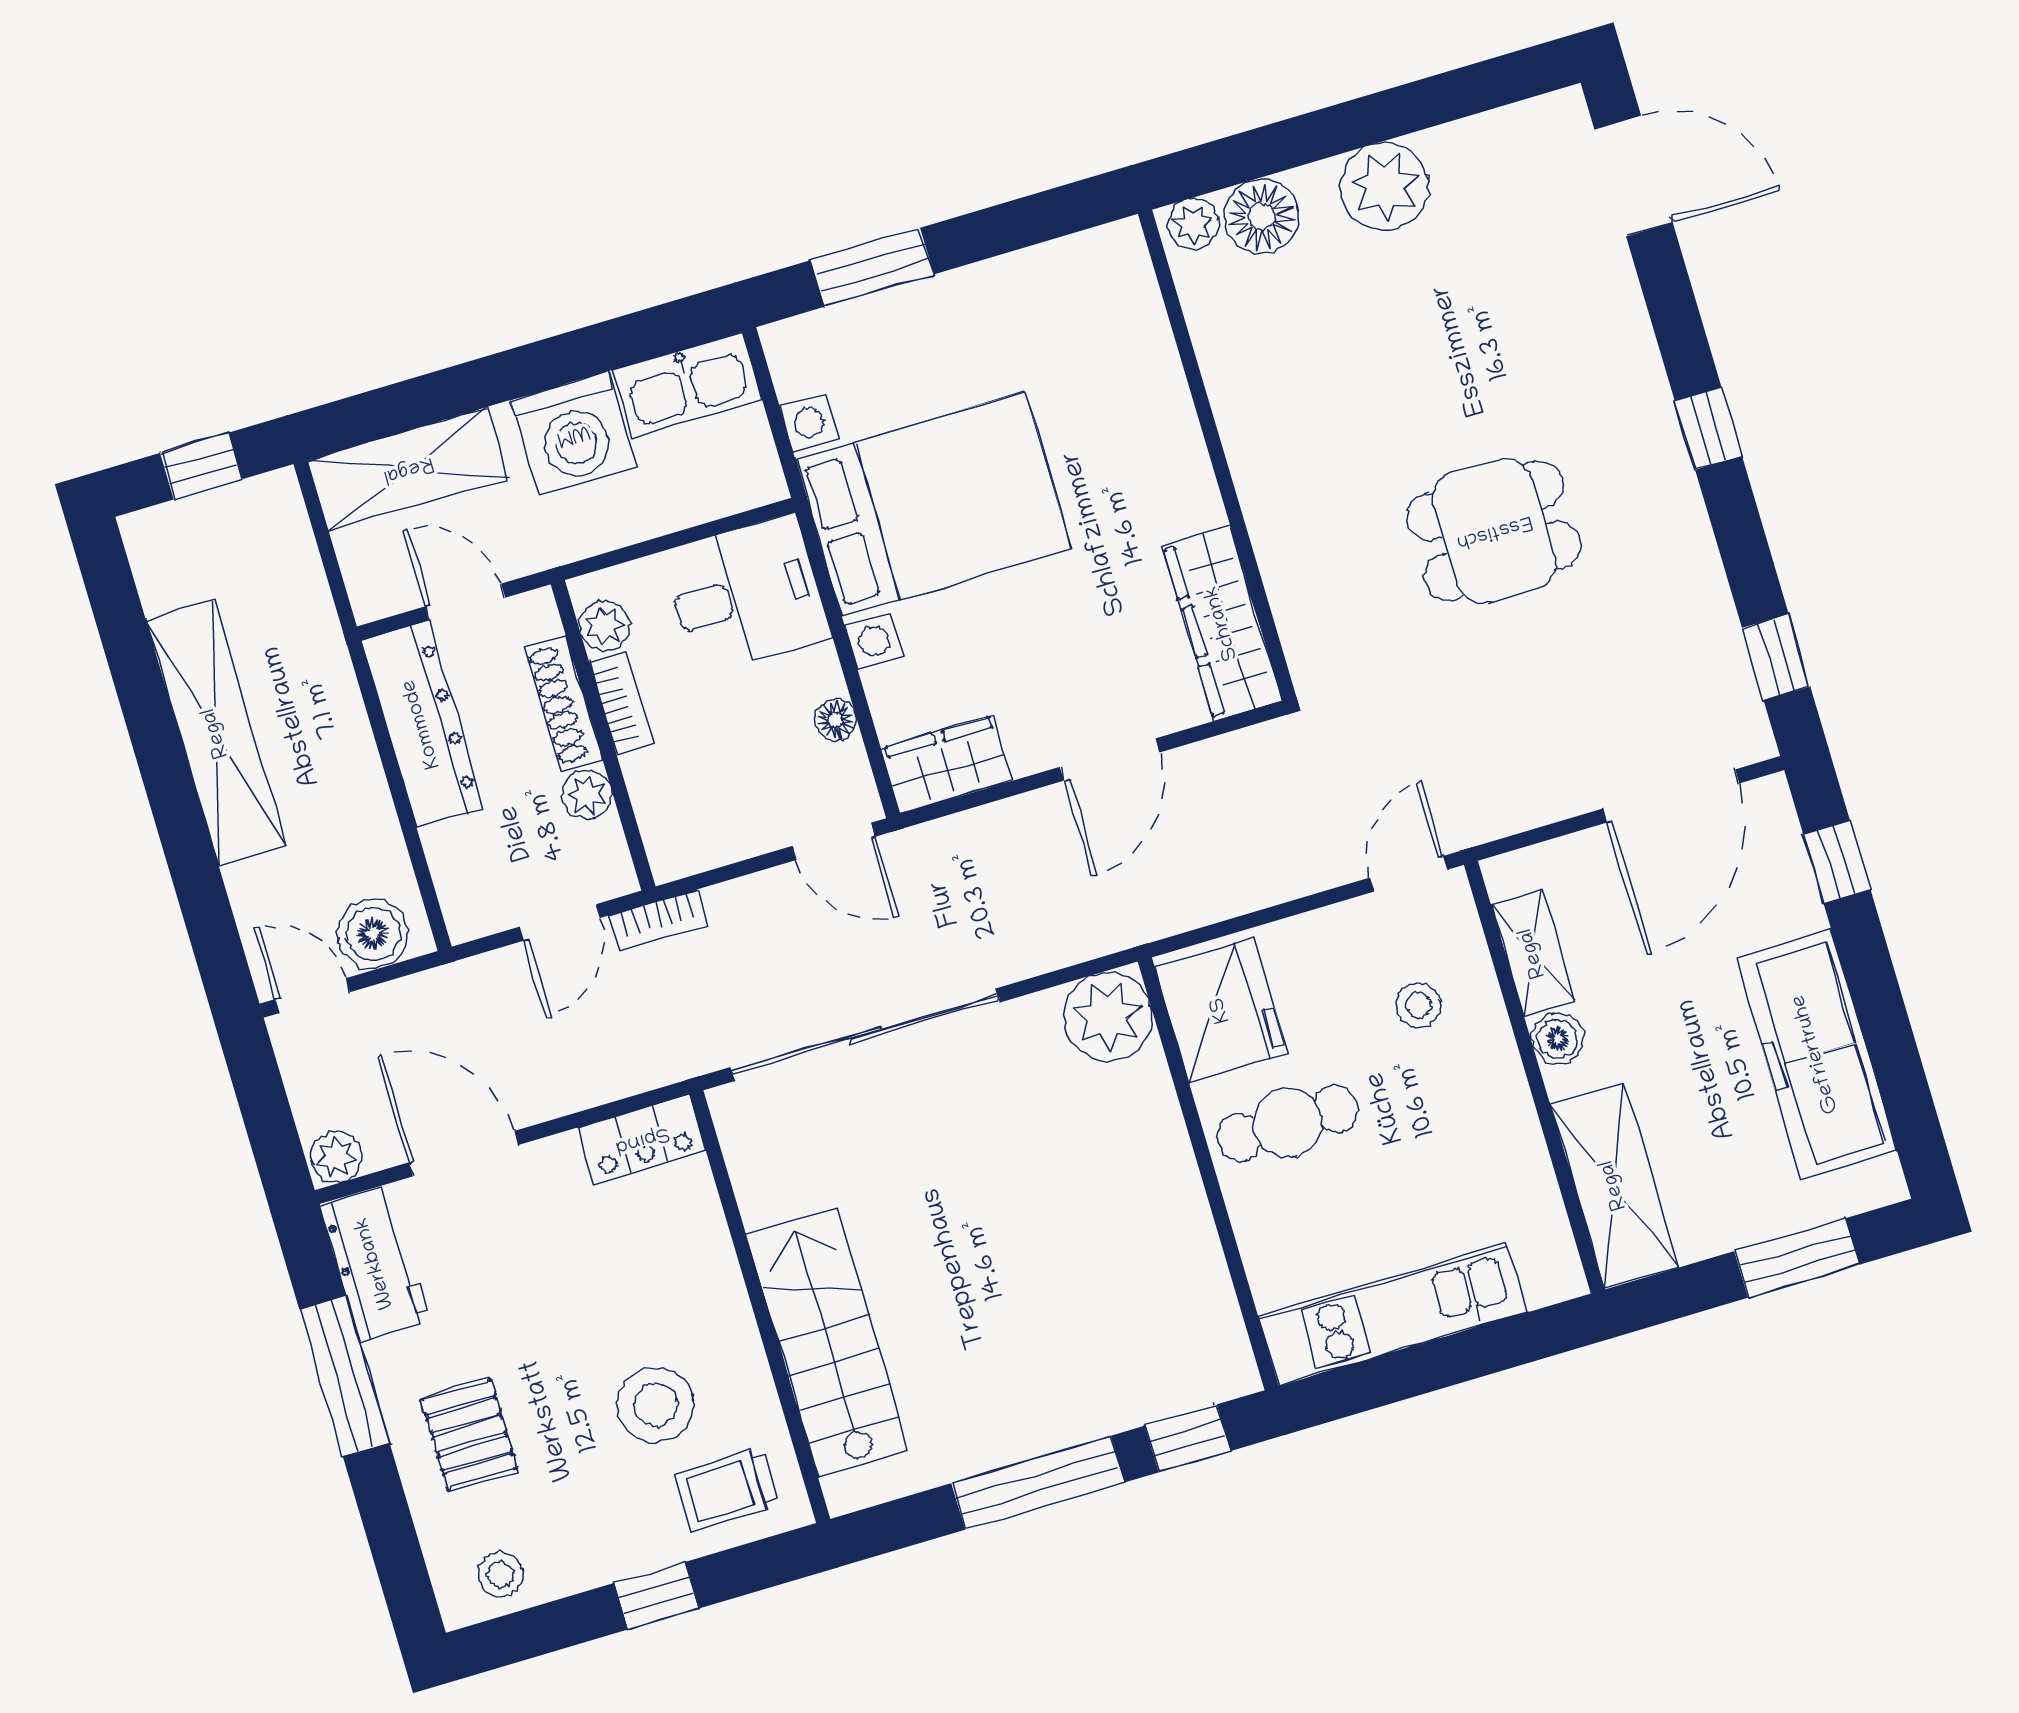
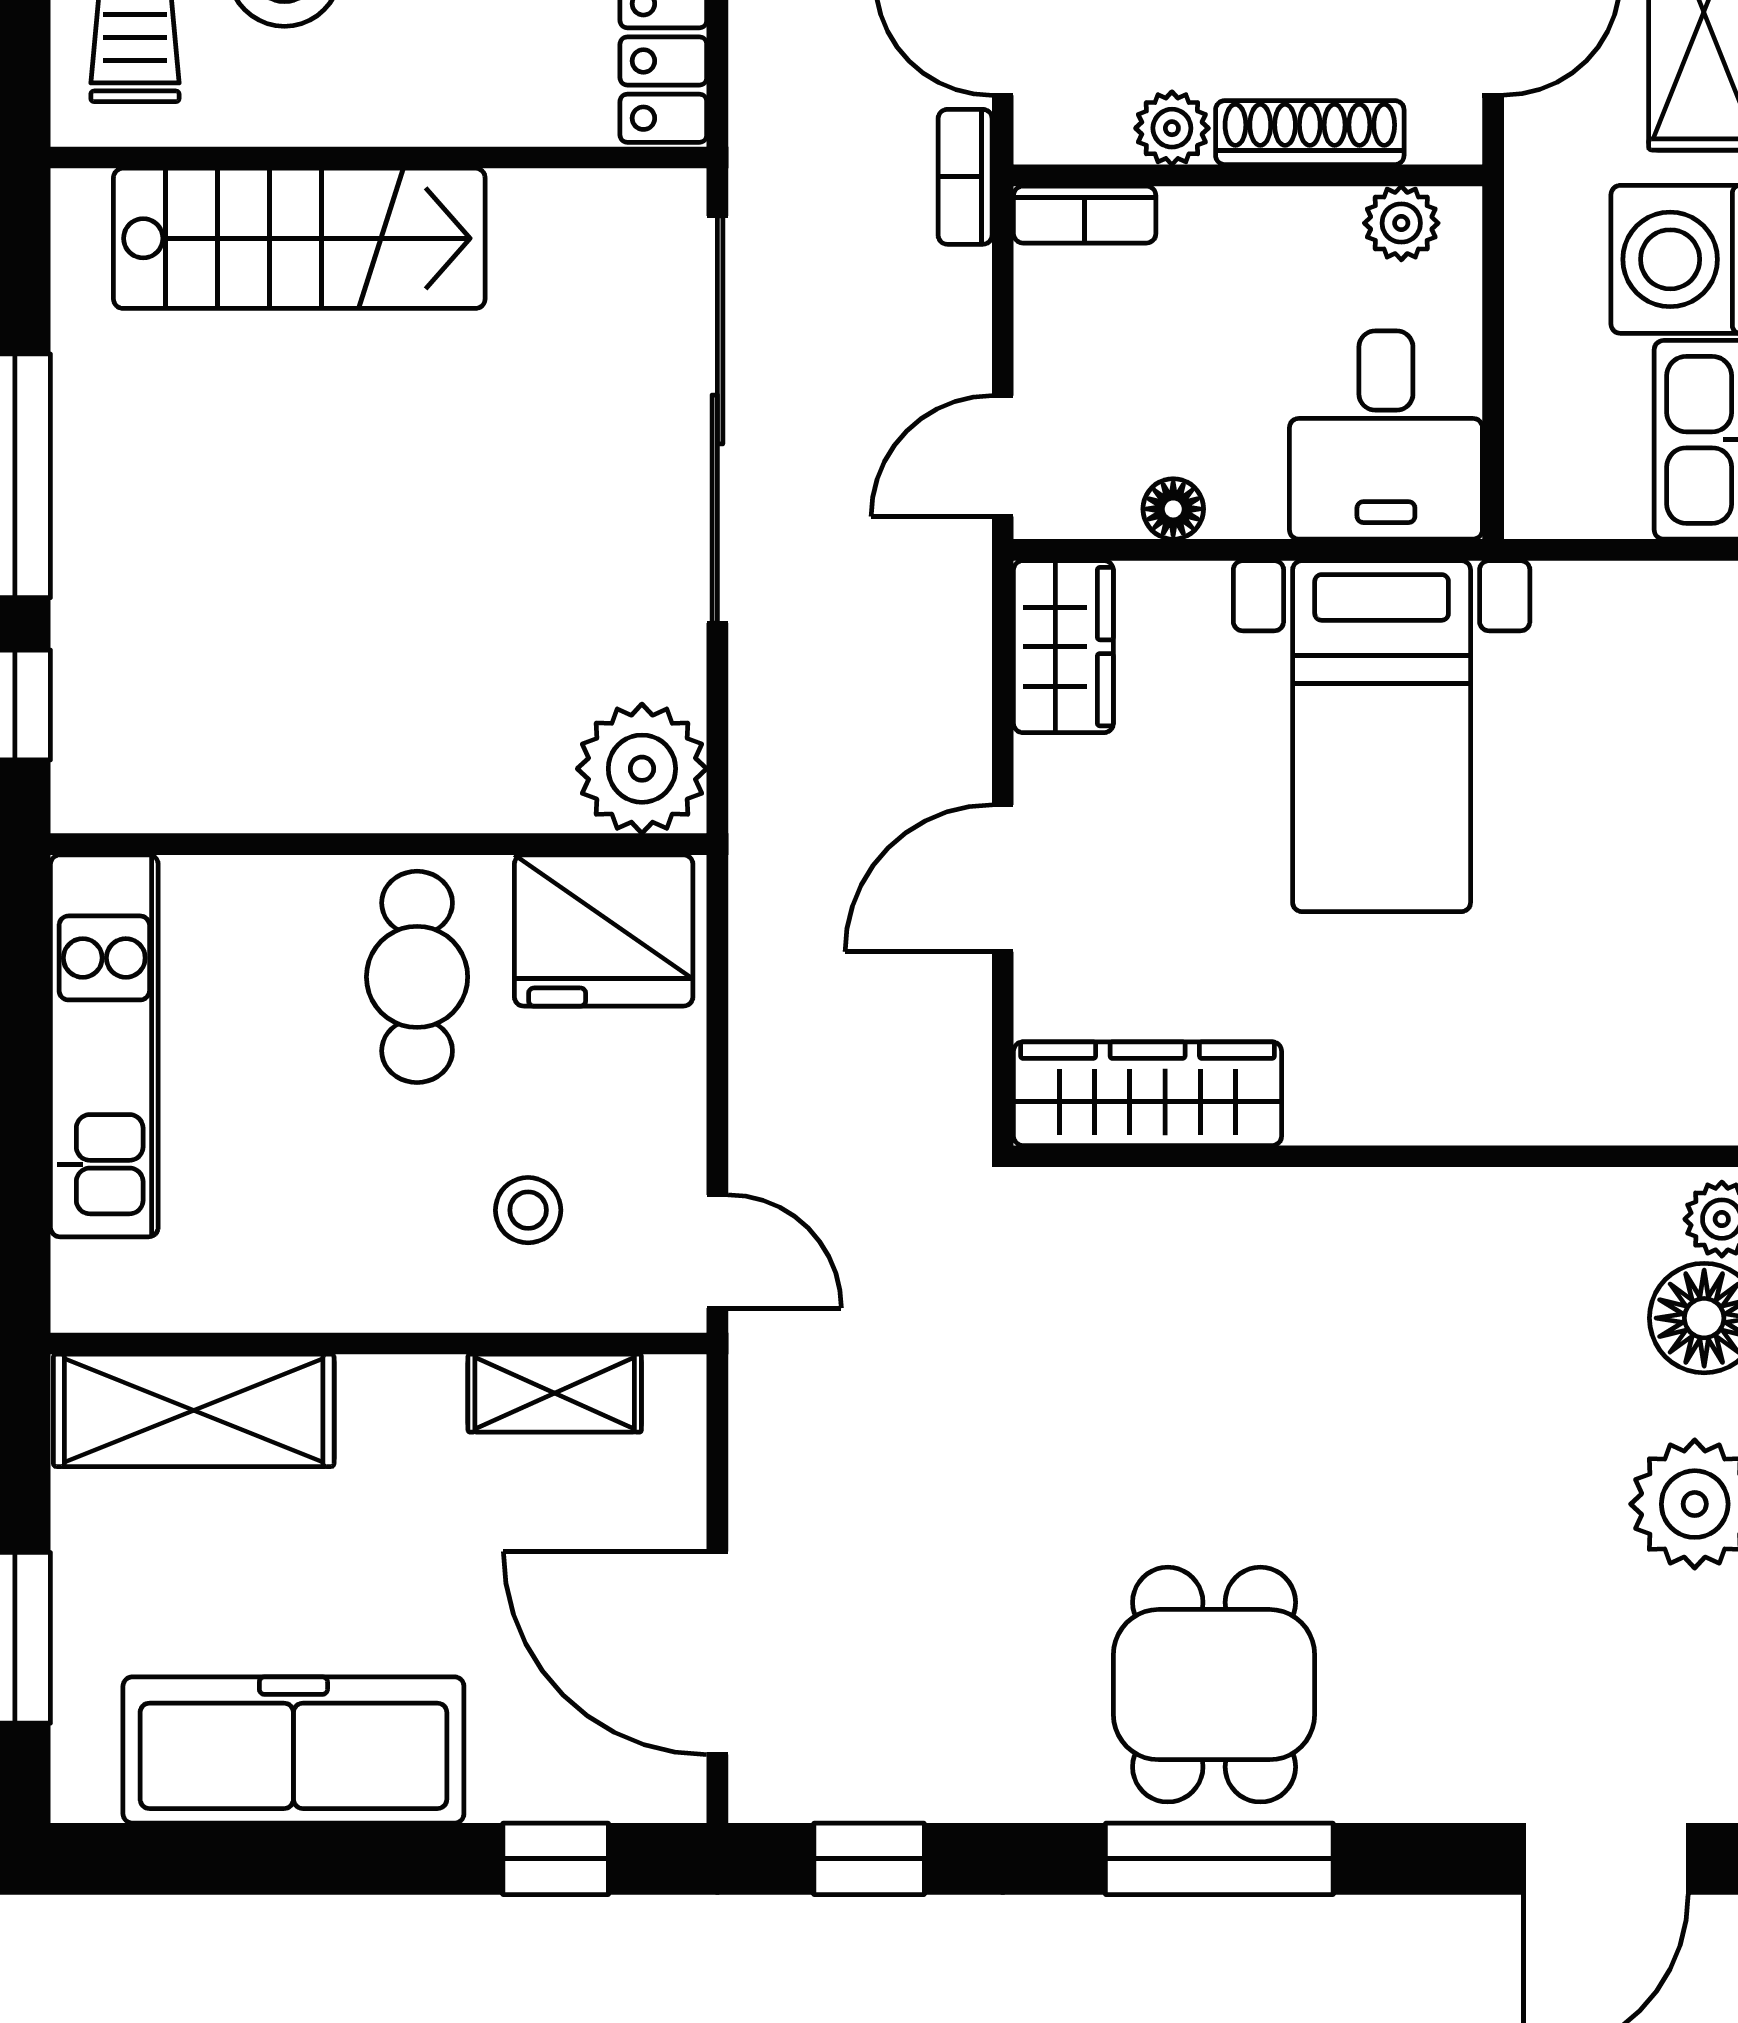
window: (1708, 428) -> (1219, 1859), width x2.17
bed with nightstands: (933, 505) -> (1382, 736), width x0.73
dining table: (1494, 531) -> (1214, 1685), moved
bookcase: (621, 703) -> (1085, 215), moved
door: (1110, 760) -> (1003, 878), hinge flipped
boiler: (1558, 1039) -> (423, 1392), removed

